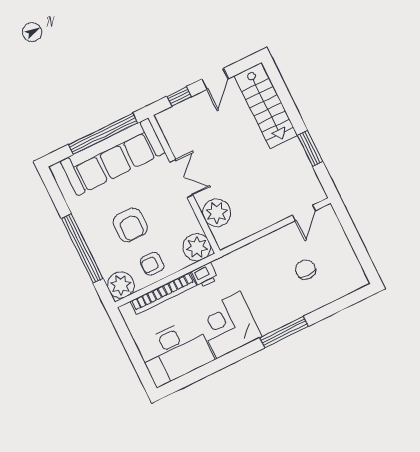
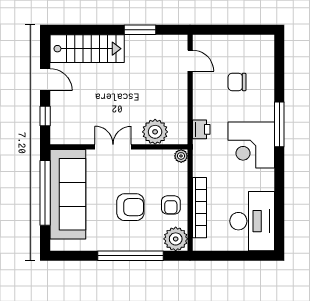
plant: (197, 247) -> (181, 156), width x0.53, depth x0.53
printer: (205, 275) -> (201, 129), moved
corner desk: (228, 325) -> (251, 145), moved

